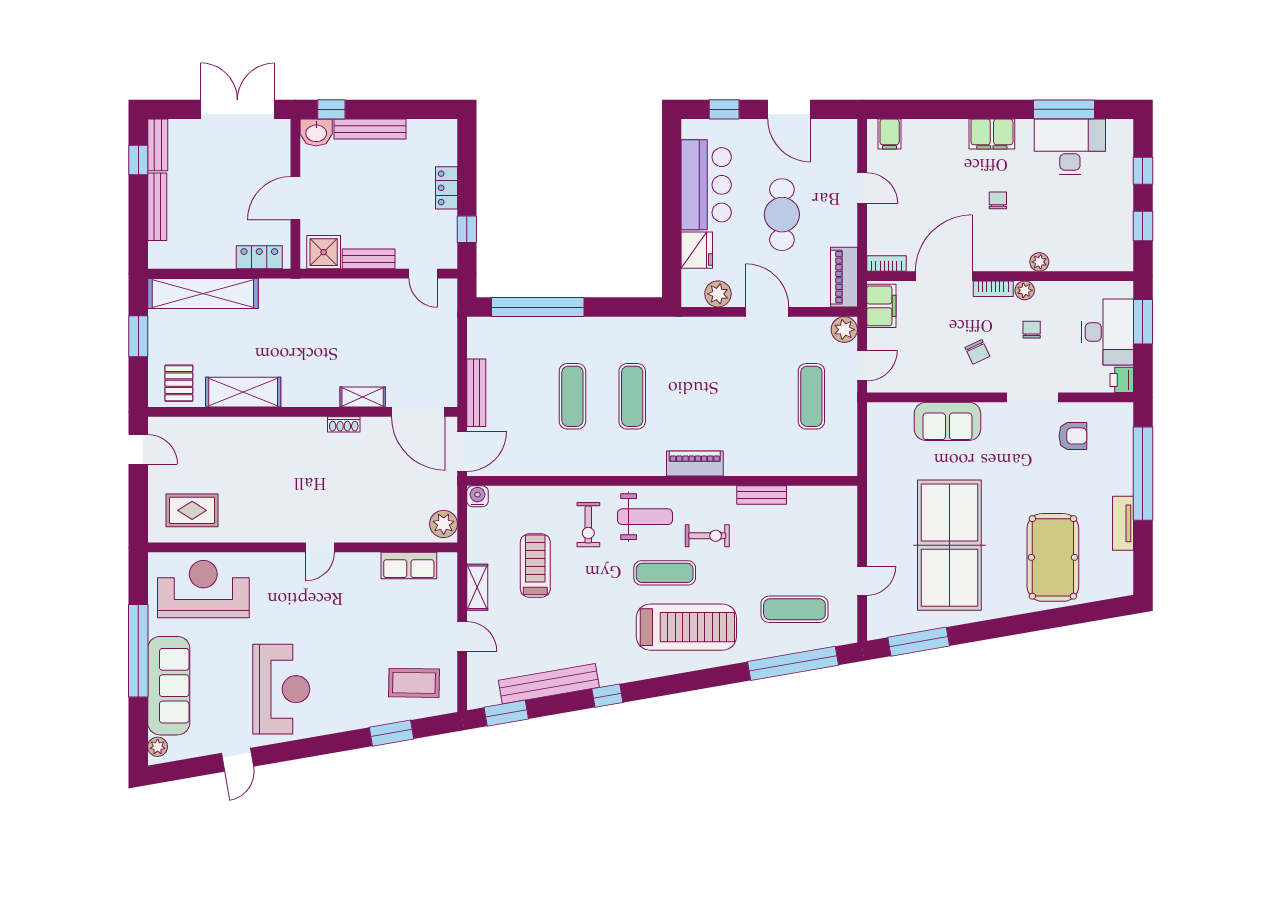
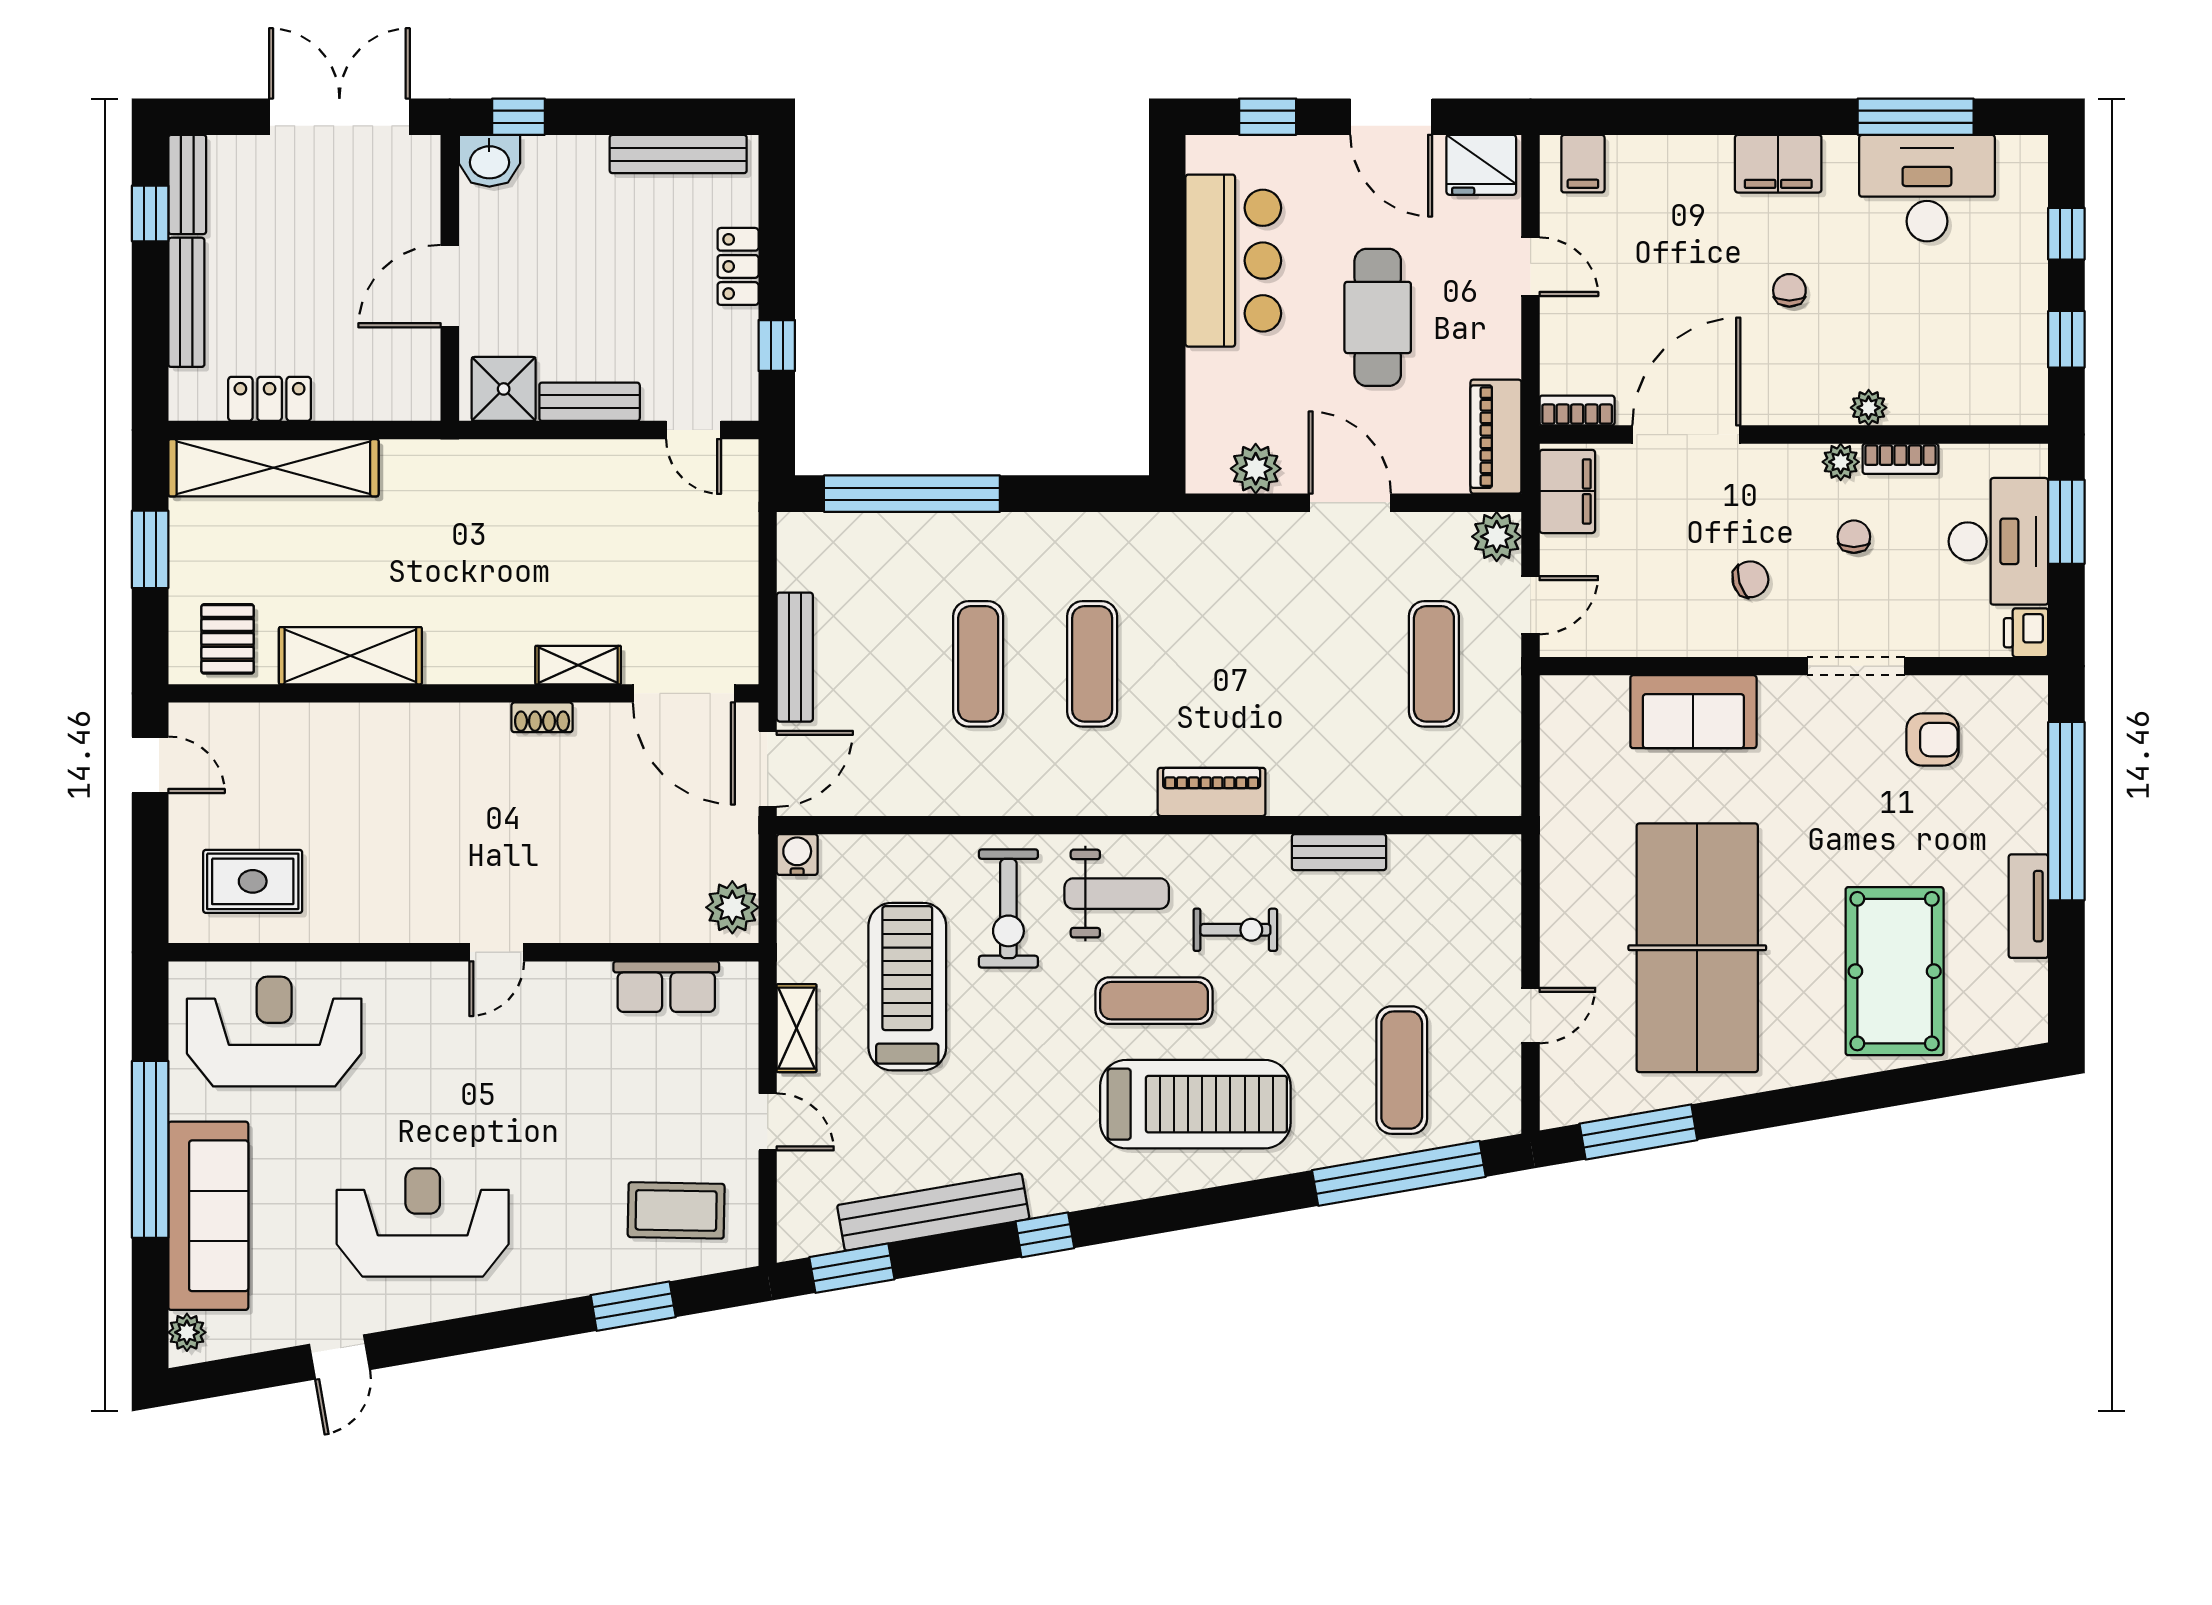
bench: (370, 129) -> (678, 154), moved
fridge: (697, 250) -> (1481, 165), moved, turned 90
locker: (259, 257) -> (270, 399), moved
bookcase: (993, 289) -> (1900, 459), moved
chair: (977, 352) -> (1750, 579), turned -82
exercise bike: (588, 525) -> (1008, 908), width x1.38, depth x1.39
treadmill: (535, 565) -> (907, 987), width x1.37, depth x1.38
exercise mat: (794, 609) -> (1402, 1070), turned 90
reception desk: (281, 689) -> (423, 1222), turned -90

